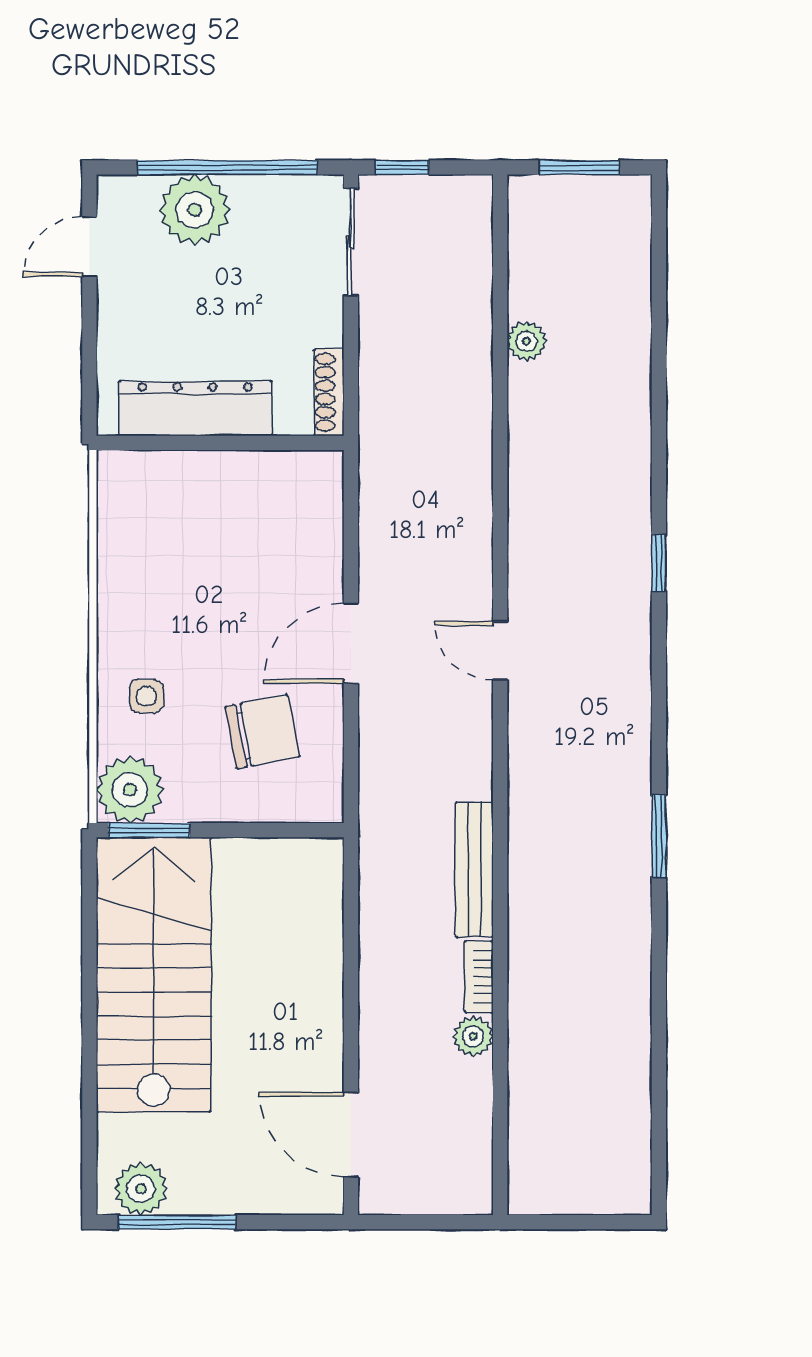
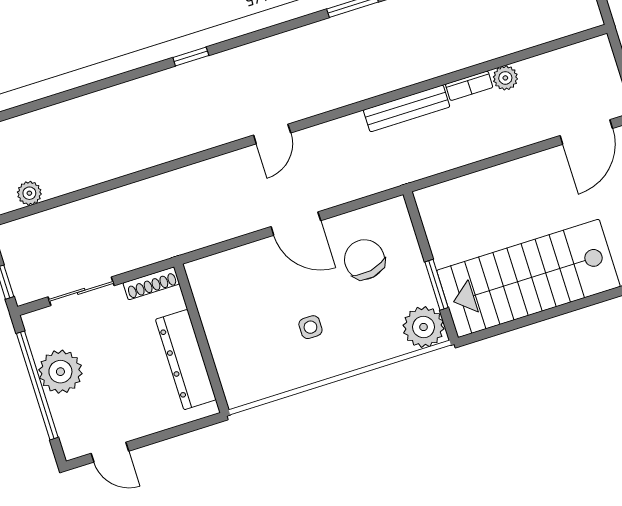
plant: (195, 210) -> (60, 372), moved
sliding door: (351, 242) -> (81, 291), moved
plant: (527, 341) -> (29, 193), moved
side table: (146, 696) -> (310, 327), moved
window: (149, 830) -> (437, 285), moved

